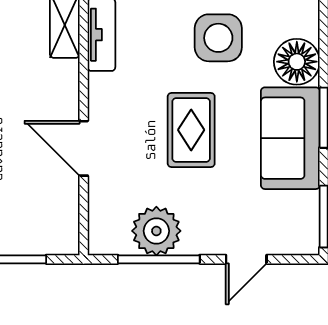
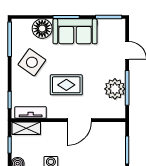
side table: (218, 38) -> (32, 62), turned 35
rug: (191, 130) -> (66, 85), moved

